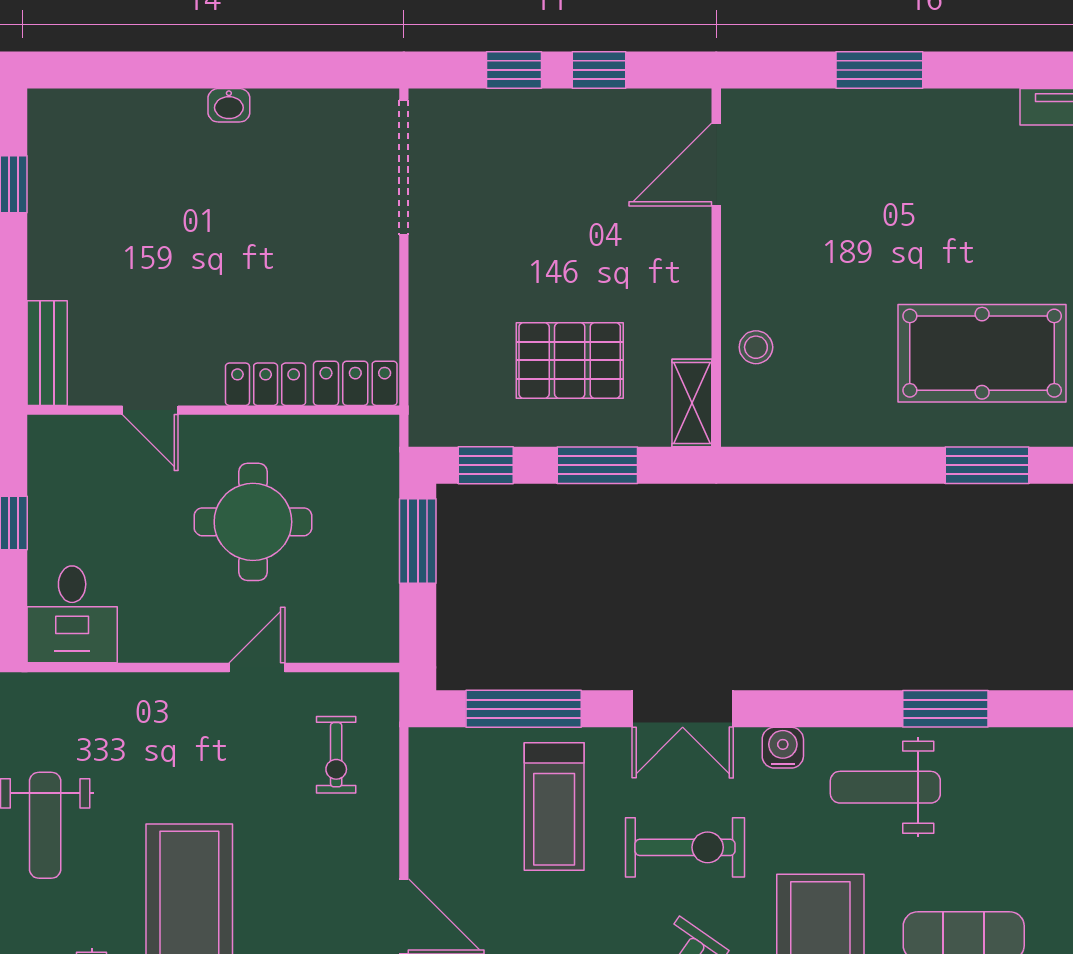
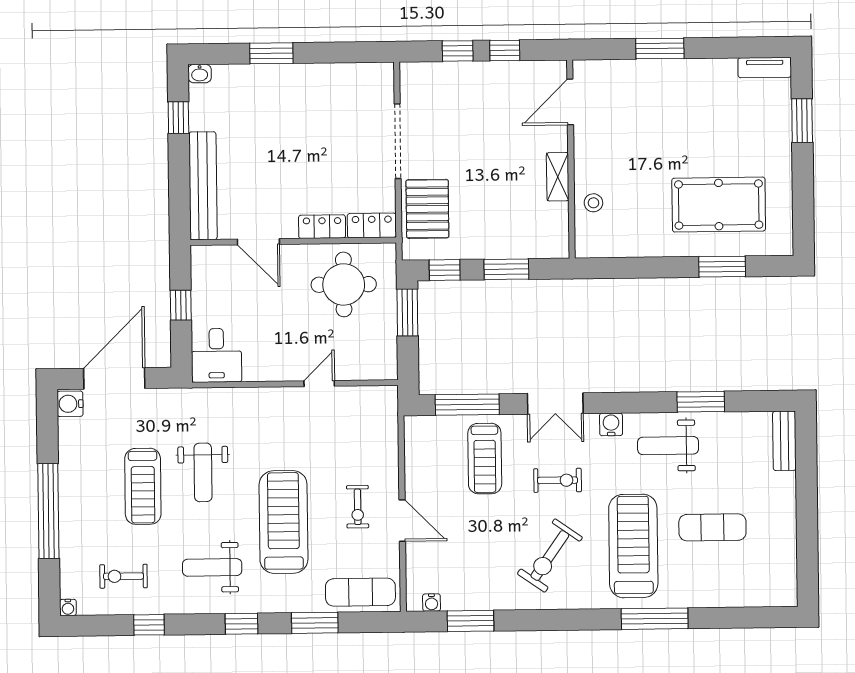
window: (178, 70) -> (271, 53), added
washbasin: (229, 105) -> (200, 74), moved
doorway: (404, 167) -> (398, 141), moved
bench: (47, 353) -> (203, 186), width x1.86, depth x1.21
pallet: (570, 360) -> (427, 209), moved, turned 90
shelving: (692, 403) -> (558, 177), moved
door: (150, 410) -> (258, 242), width x1.38
round table: (253, 522) -> (344, 284), moved
exercise bike: (336, 755) -> (358, 507), moved
exercise bike: (685, 847) -> (558, 480), width x0.73, depth x0.72

